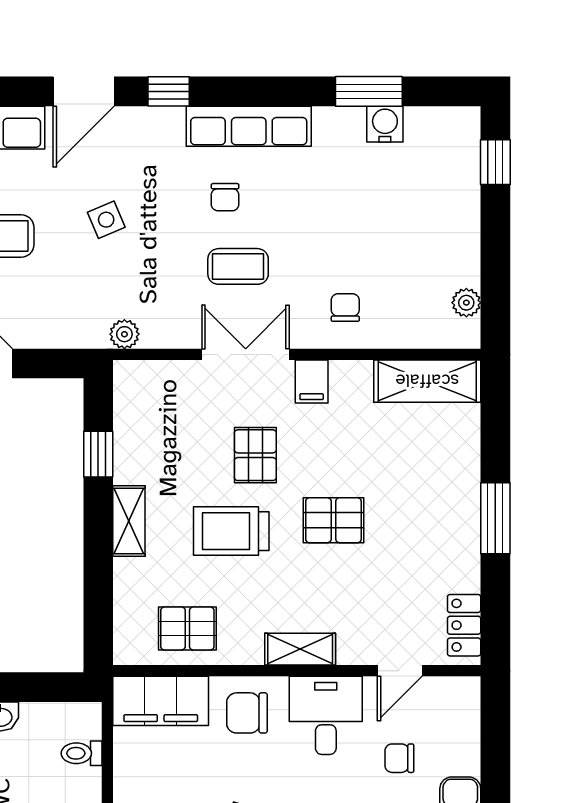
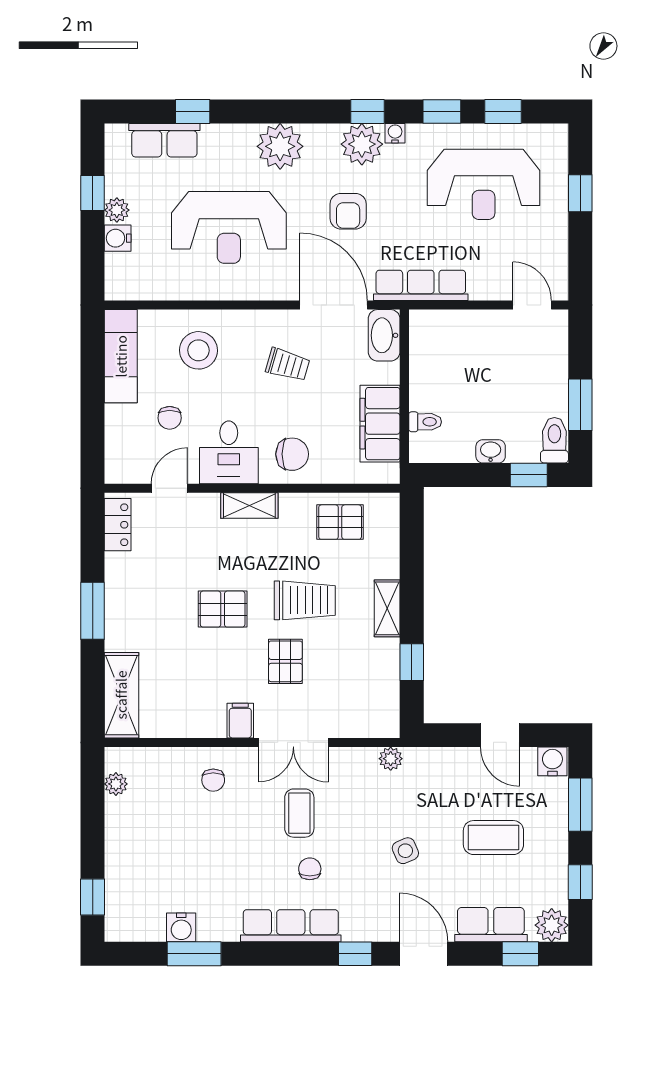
door: (84, 91) -> (423, 954), hinge flipped
coffee table: (238, 266) -> (299, 813), turned 90
shelving: (427, 381) -> (121, 695), moved, turned 90
filing cabinet: (161, 701) -> (380, 424), moved, turned -90
chair: (399, 758) -> (170, 418), turned 90

